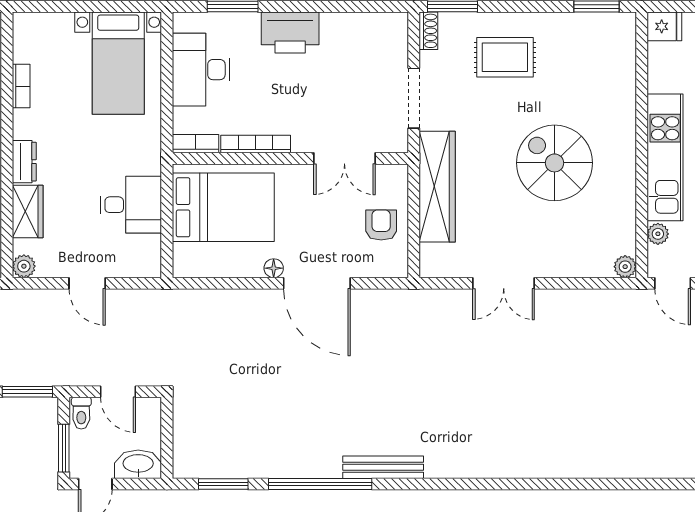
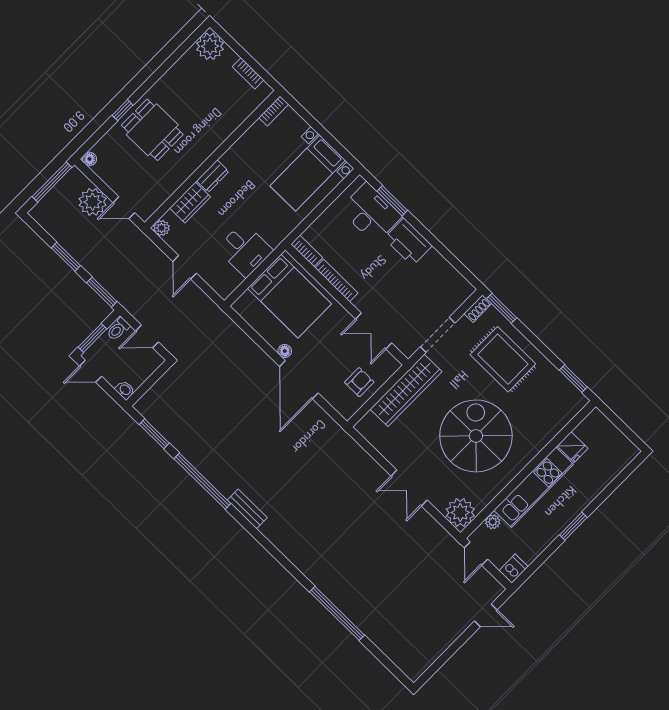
fridge: (664, 26) -> (572, 447), moved
rug: (505, 57) -> (503, 359), width x1.36, depth x1.43
desk: (201, 70) -> (371, 213), moved, turned 90
bookcase: (21, 86) -> (274, 111), moved
spiral stairs: (554, 163) -> (476, 436), width x1.37, depth x1.37
plant: (625, 267) -> (460, 512), width x1.87, depth x1.87
double door: (504, 283) -> (409, 488), moved
door: (118, 392) -> (147, 336), hinge flipped
washbasin: (138, 464) -> (125, 390), width x0.52, depth x0.69
bench: (383, 467) -> (247, 509), width x0.73
window: (591, 484) -> (337, 613), added

